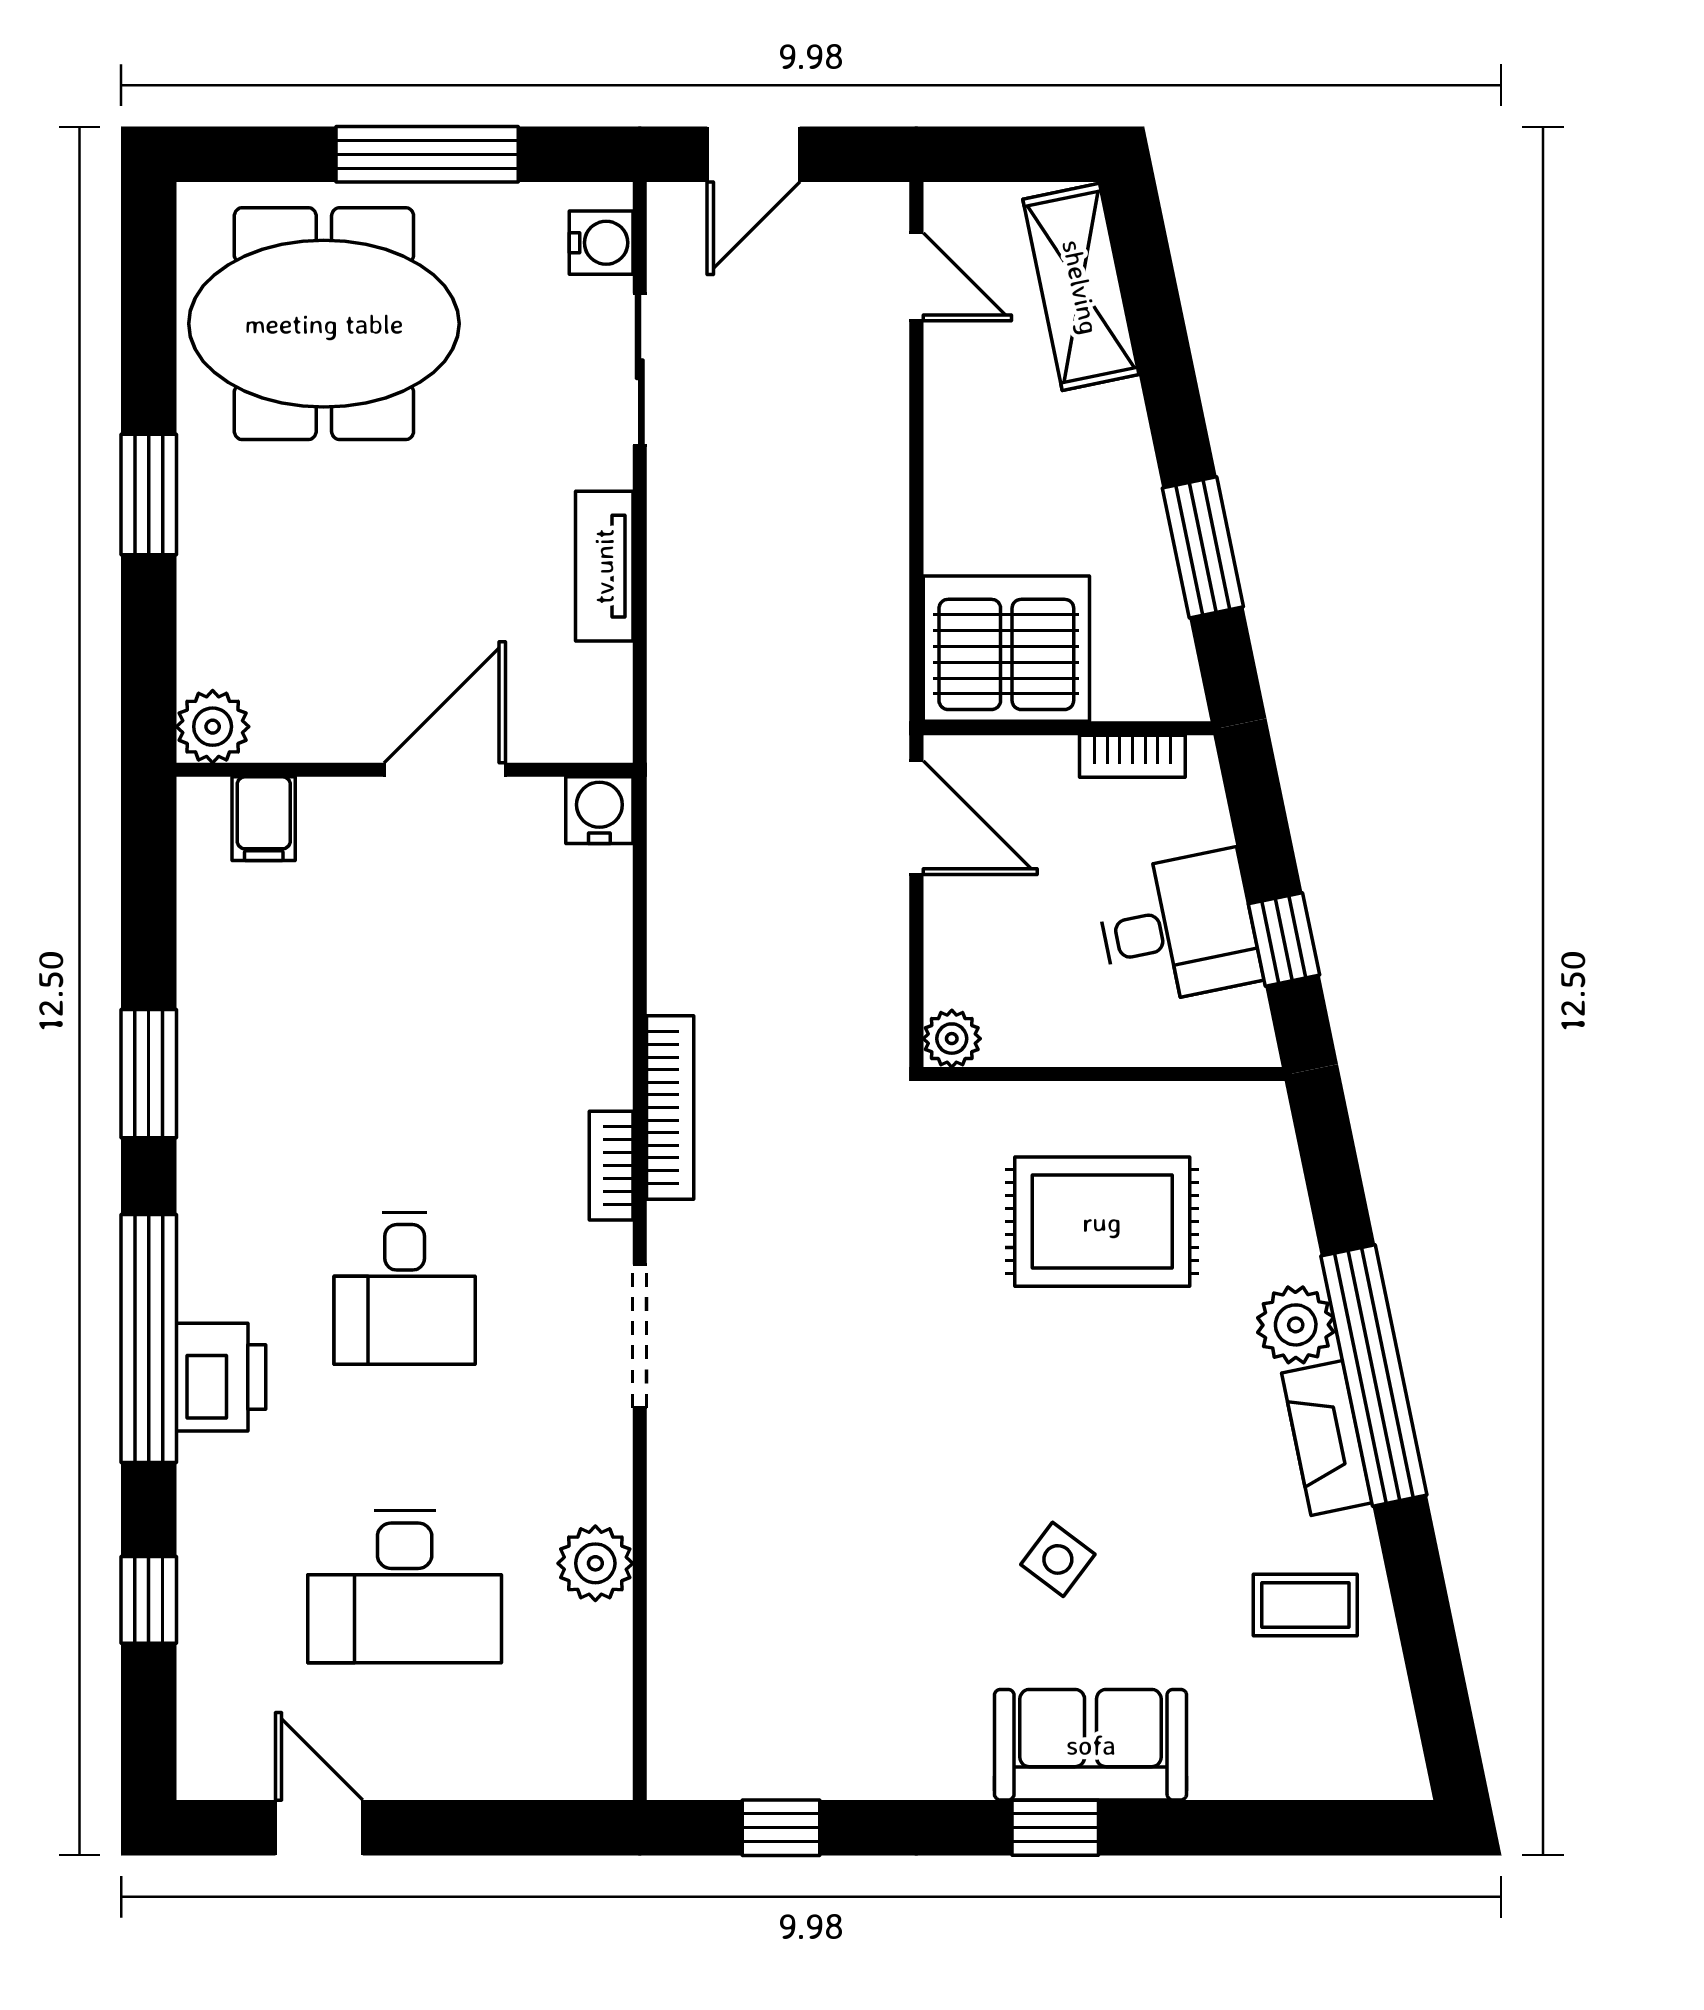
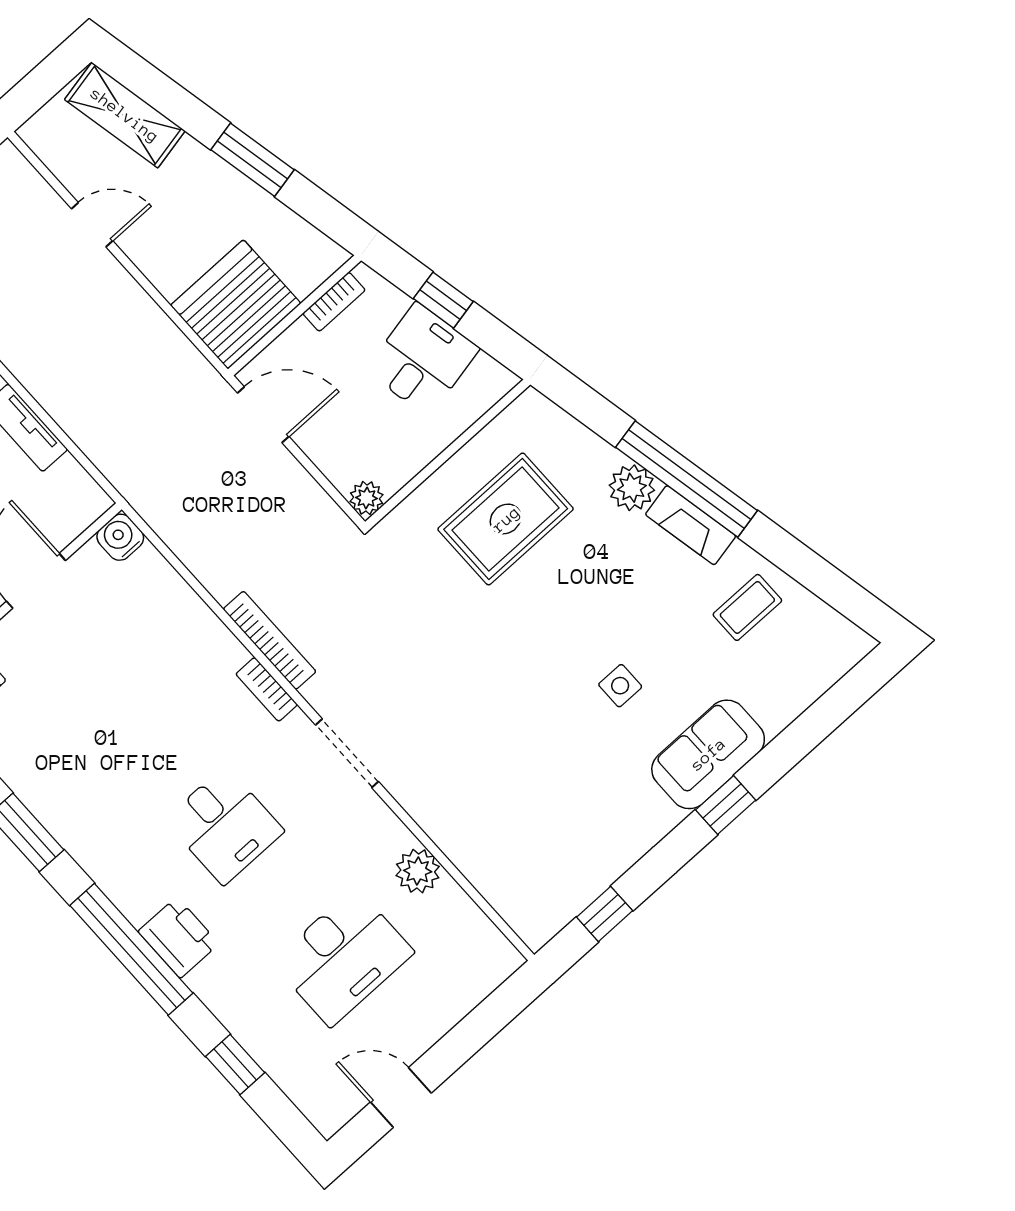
door: (916, 277) -> (92, 225), moved
window: (1203, 547) -> (252, 160), moved
window: (1284, 939) -> (443, 300), moved
side table: (1058, 1559) -> (620, 686), turned -37

